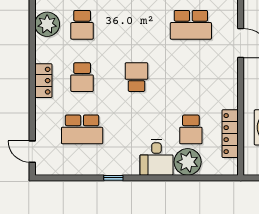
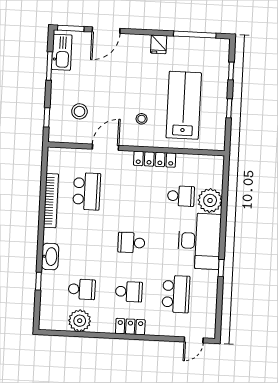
locker: (230, 134) -> (155, 159), moved
desk: (156, 158) -> (199, 241), width x1.87, depth x1.30

